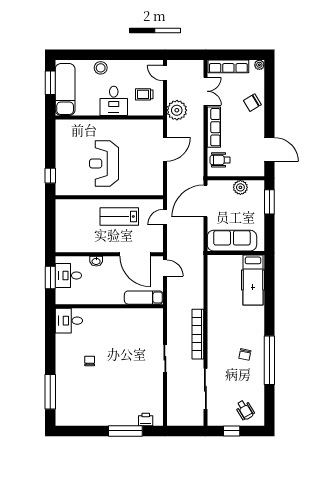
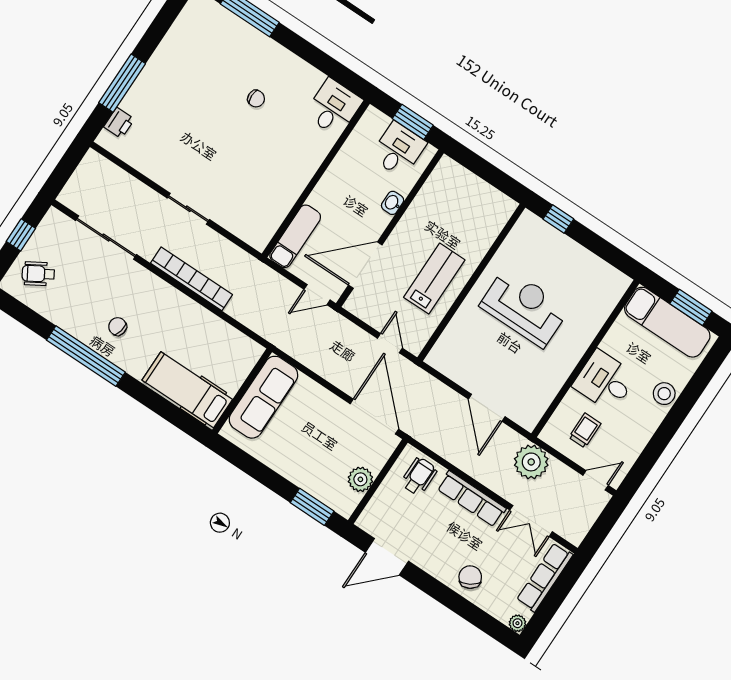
sofa: (232, 241) -> (263, 397), moved
wall: (236, 253) -> (242, 391), moved
hospital bed: (253, 280) -> (187, 390), moved

